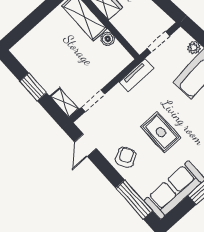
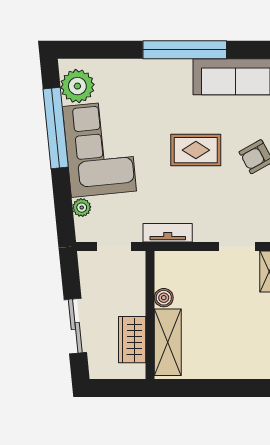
rug: (161, 132) -> (196, 150), turned 90

